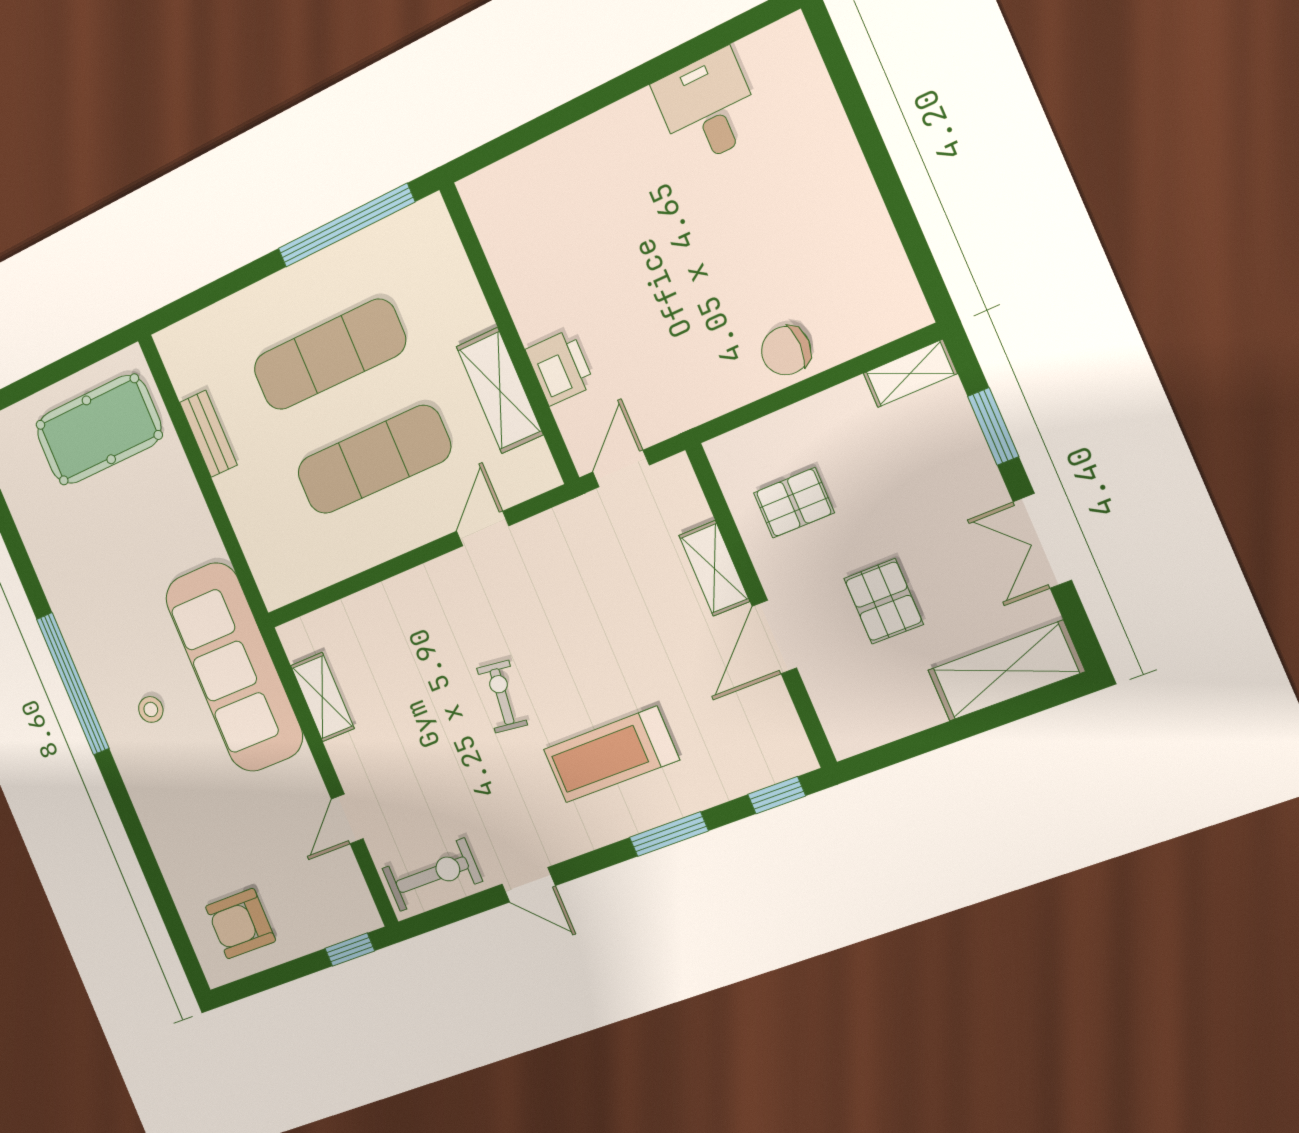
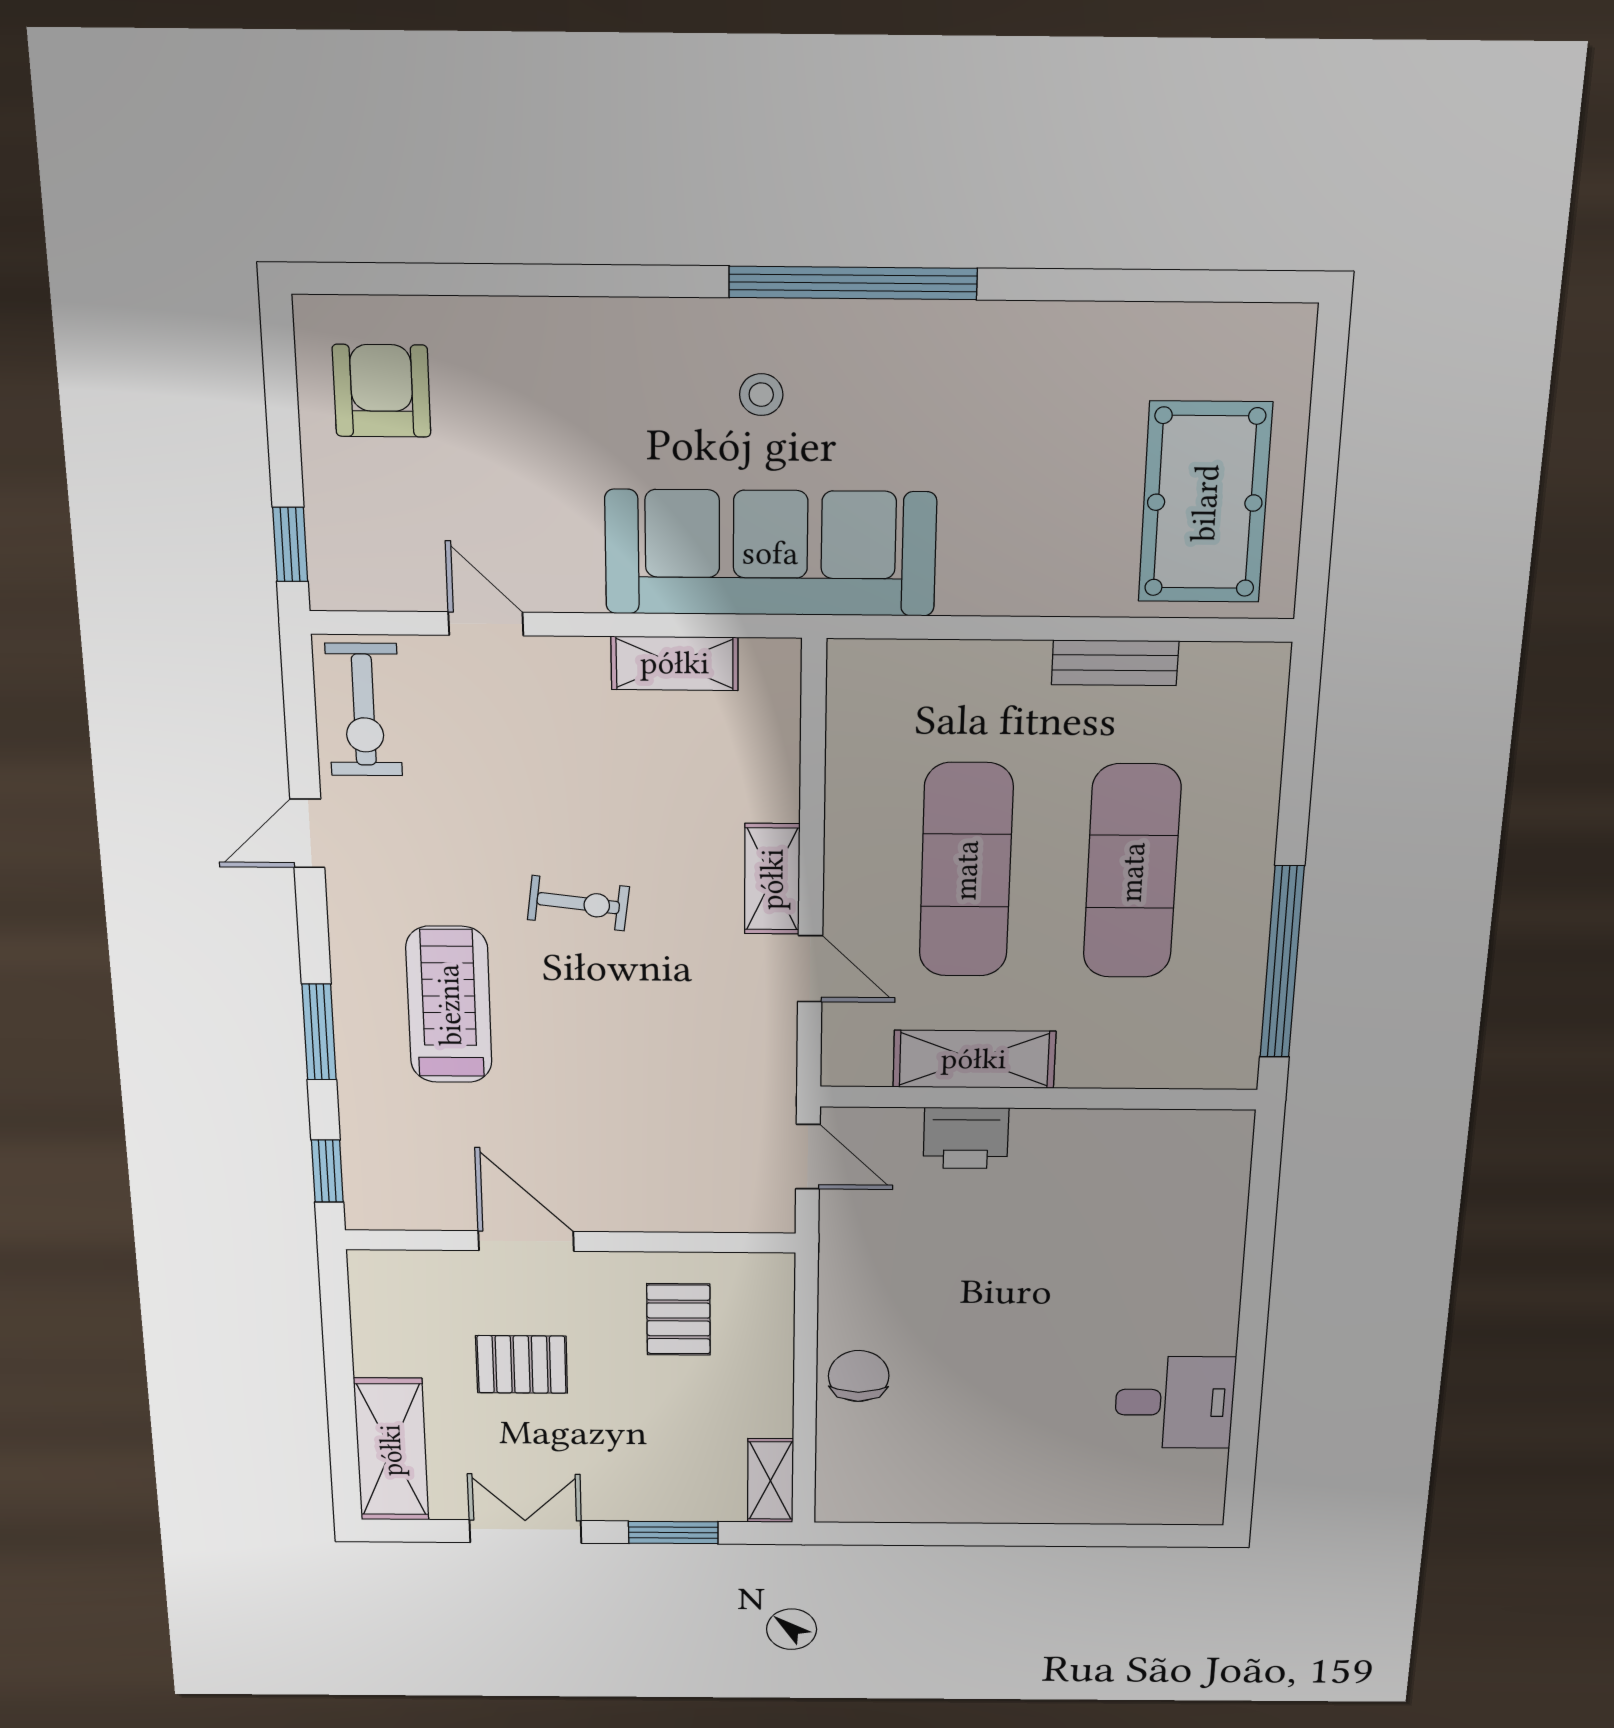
shelving: (714, 568) -> (772, 879), moved, turned 90

